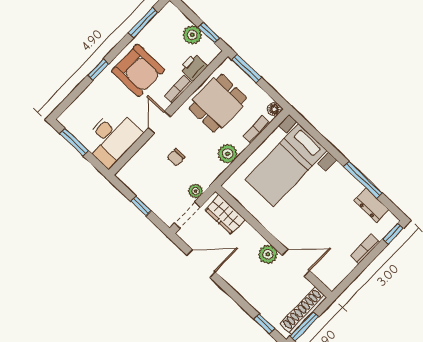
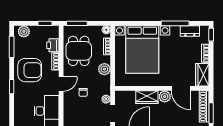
plant: (192, 35) -> (24, 31), moved
door: (159, 122) -> (61, 84), swing flipped
bed with nightstands: (286, 165) -> (142, 50), width x1.36
wardrobe: (225, 215) -> (147, 97), moved
door: (296, 263) -> (181, 88), swing flipped
wardrobe: (337, 271) -> (202, 75), added

